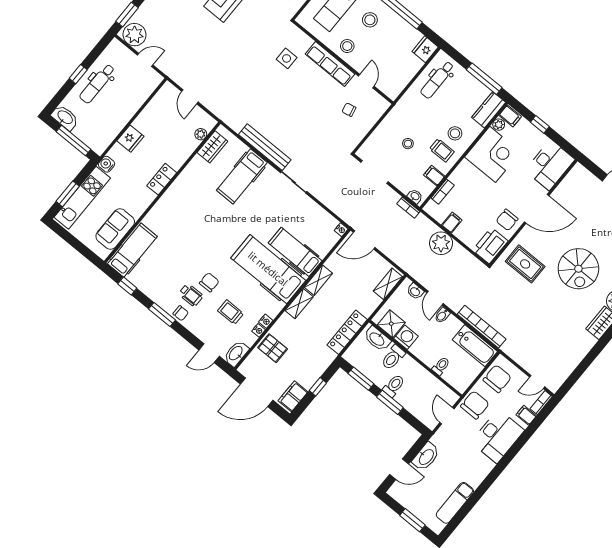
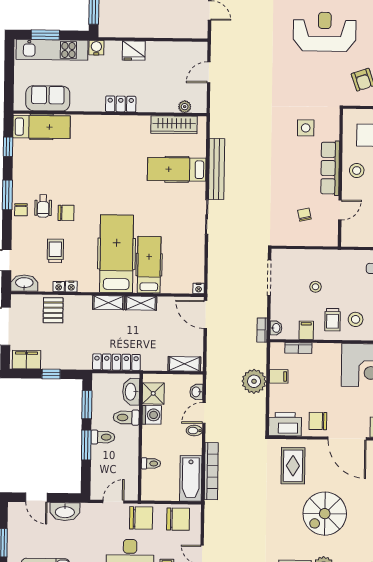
wardrobe: (212, 147) -> (174, 125), width x1.50

